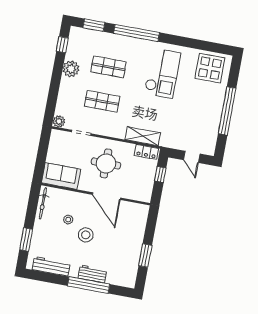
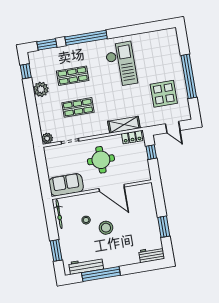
display table: (210, 68) -> (164, 94), moved
workbench: (93, 274) -> (152, 255), moved
window: (89, 285) -> (101, 274), moved

